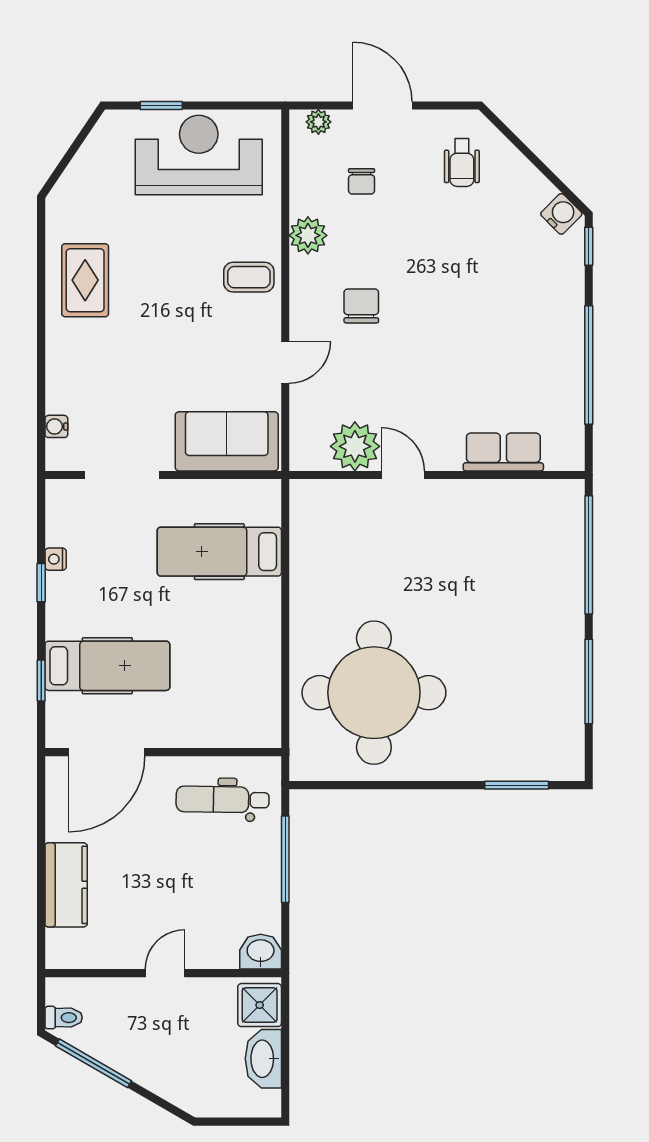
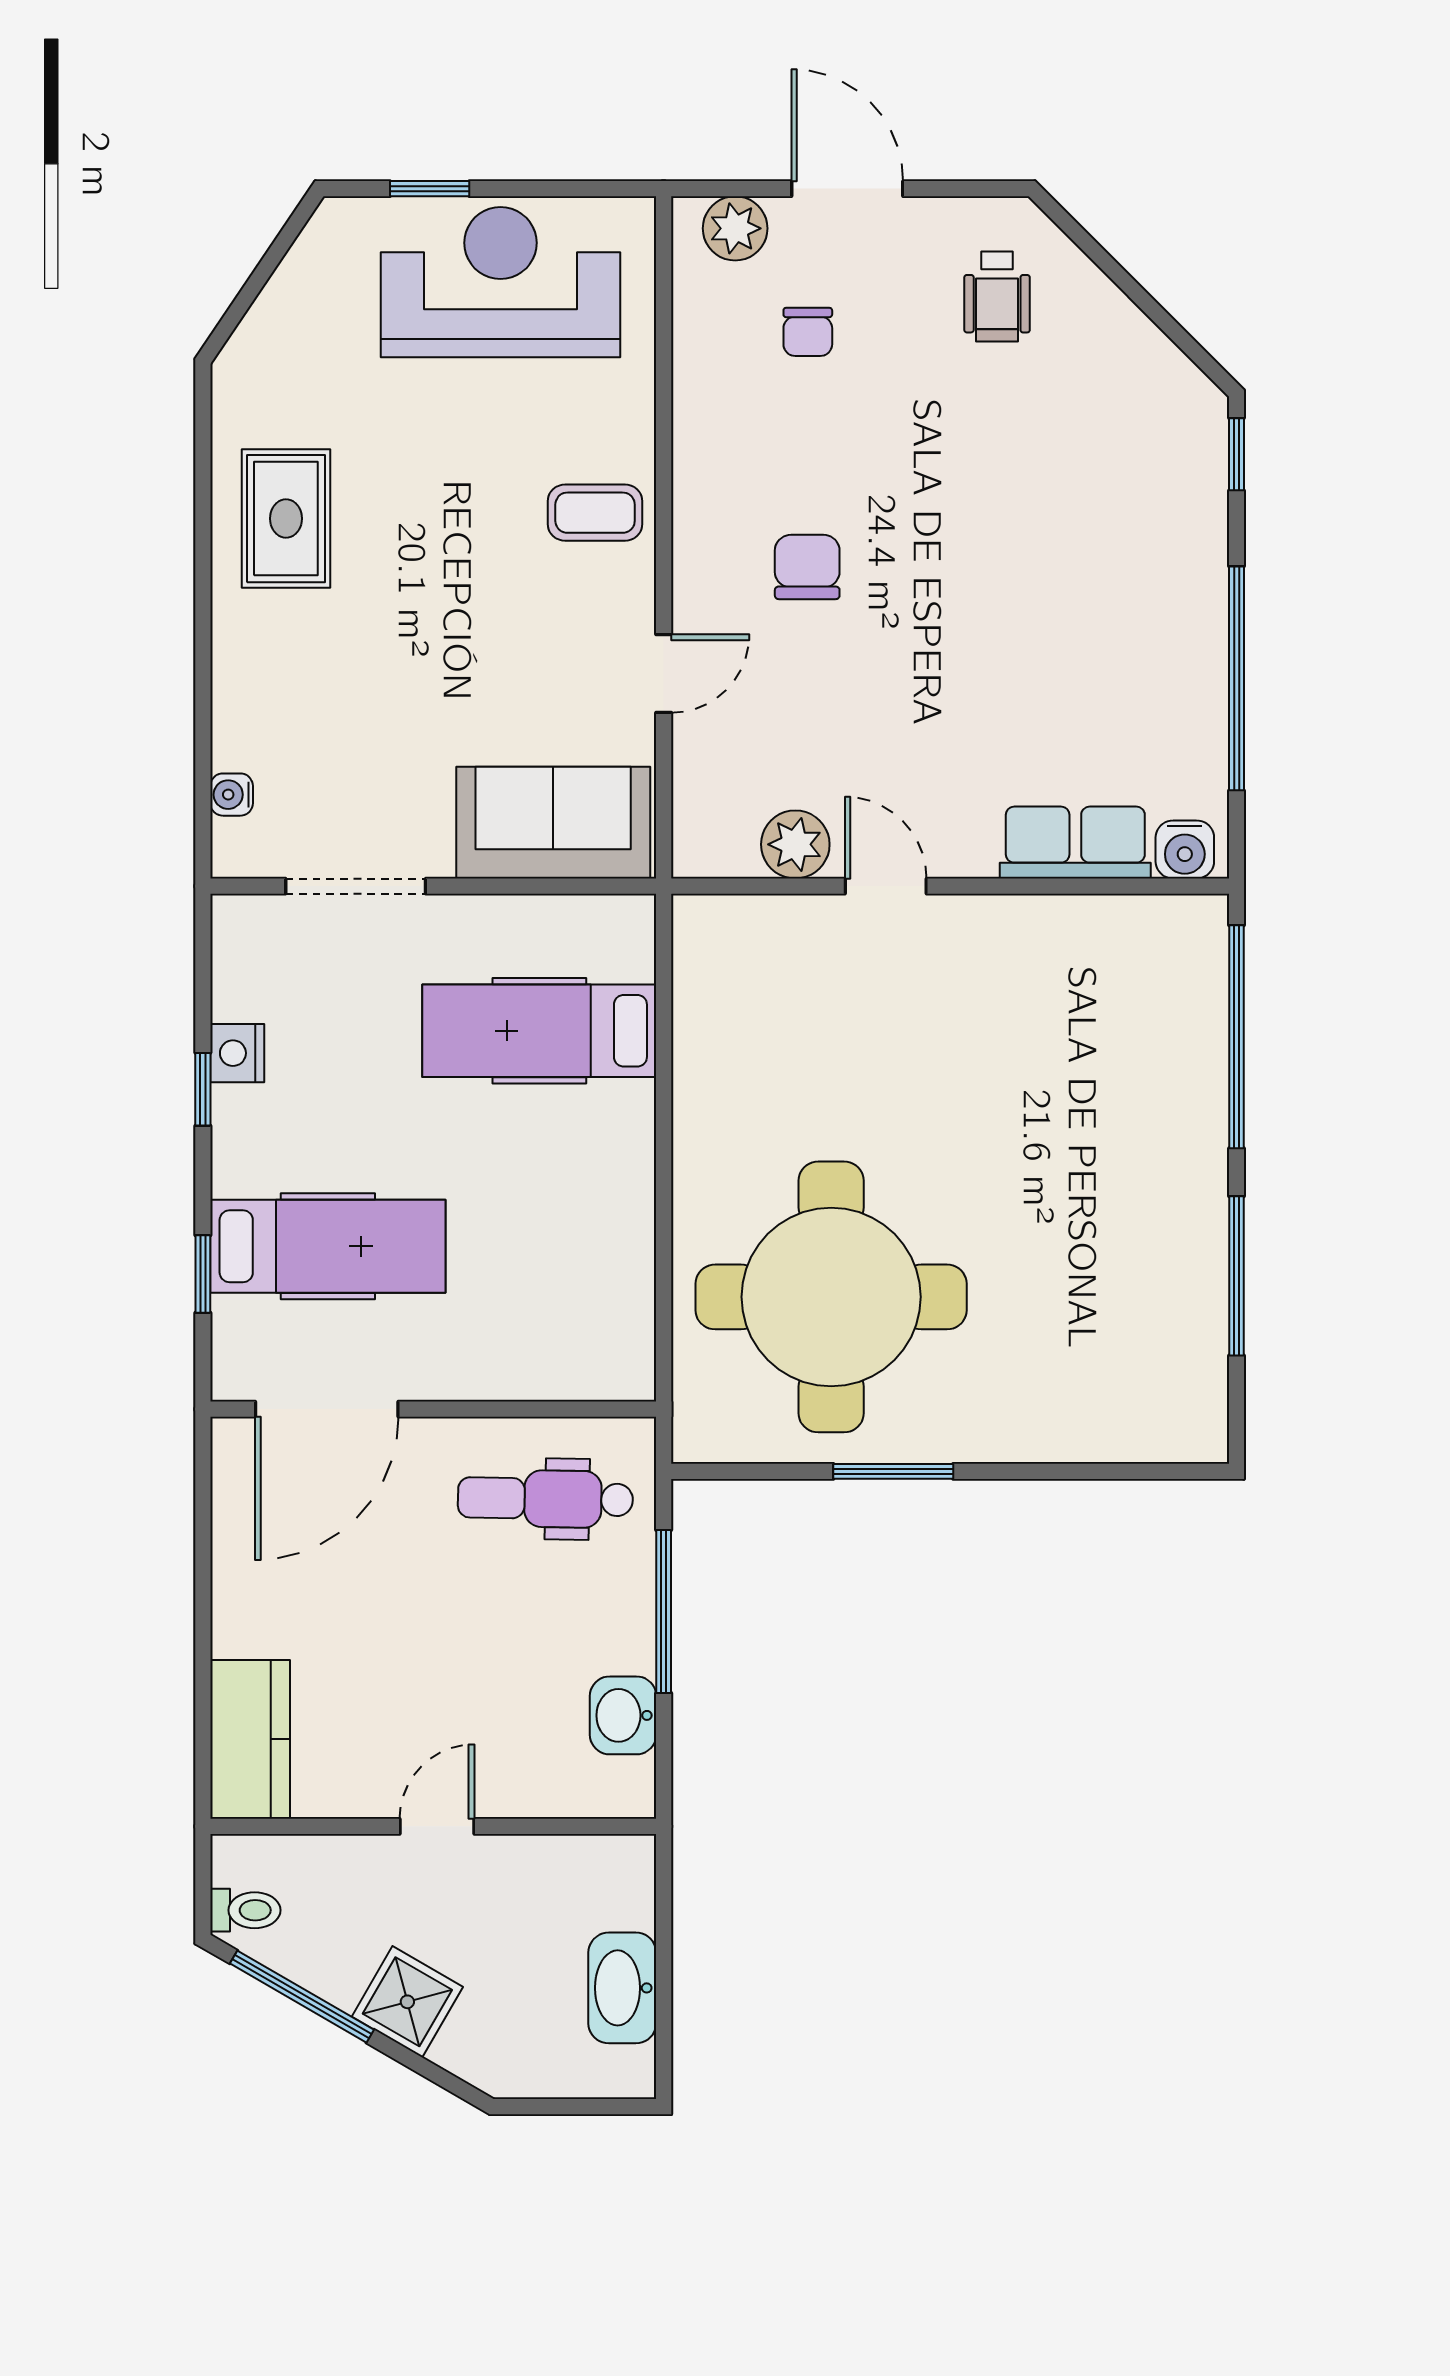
plant: (318, 122) -> (735, 228), width x1.38, depth x1.38
water cooler: (561, 214) -> (1185, 849), moved, turned 135
plant: (308, 235) -> (707, 434), removed
plant: (355, 446) -> (795, 844), width x0.73, depth x0.73
nightstand: (56, 559) -> (237, 1053), width x1.39, depth x1.35
window: (517, 785) -> (893, 1471), moved
kitchen counter: (66, 885) -> (250, 1739), moved
washbasin: (261, 952) -> (623, 1715), moved, turned -90
shower: (260, 1005) -> (407, 2002), moved, turned 30

